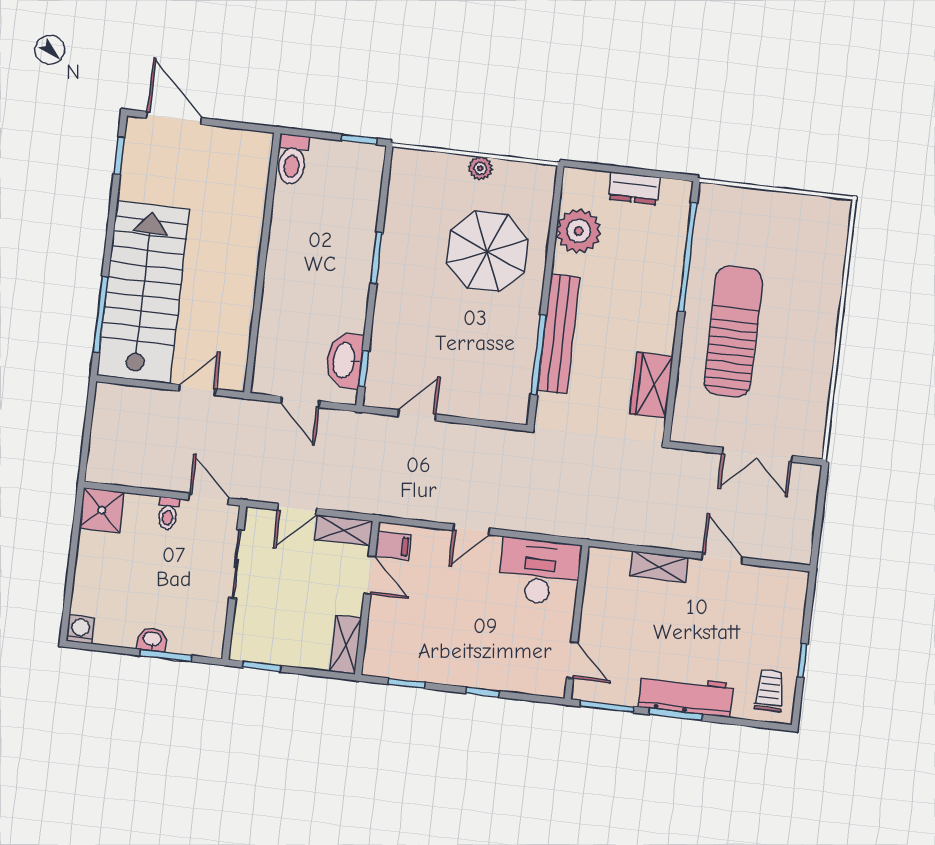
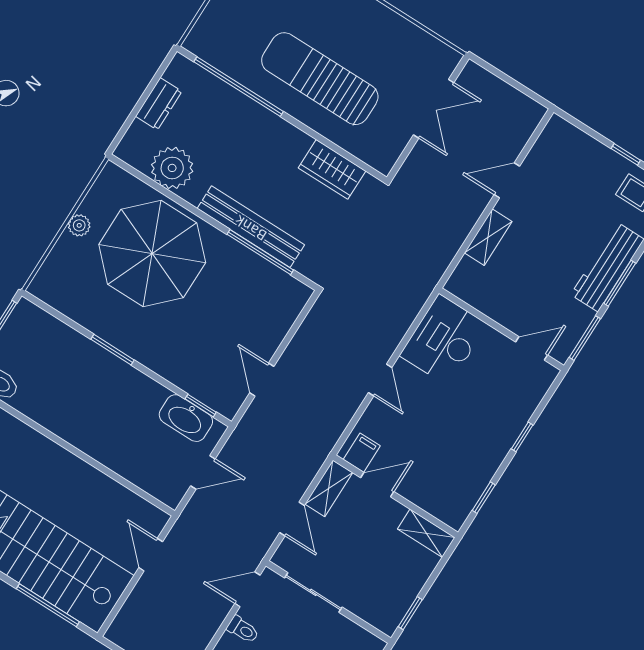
parasol: (487, 251) -> (152, 253), width x1.36, depth x1.36

